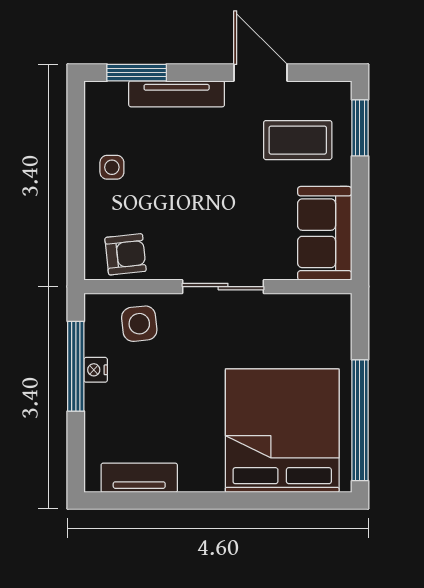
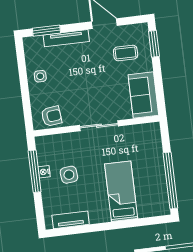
coffee table: (298, 140) -> (126, 53), width x0.73, depth x0.77
side table: (139, 324) -> (69, 175), moved
bed: (282, 431) -> (121, 191), width x0.49

